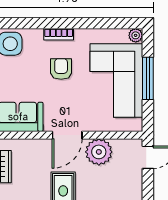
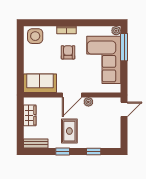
window: (148, 78) -> (124, 47), moved
plant: (99, 152) -> (88, 102), width x0.53, depth x0.53

